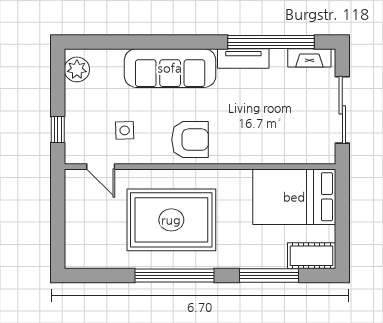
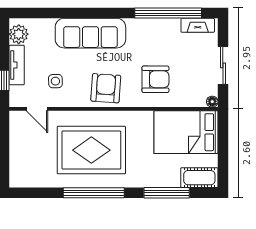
tv unit: (243, 59) -> (17, 65), moved, turned -90
sliding door: (342, 110) -> (223, 65), width x0.73
armchair: (255, 128) -> (155, 79), added
armchair: (190, 140) -> (106, 88), turned -86
floor lamp: (328, 157) -> (212, 102), added

